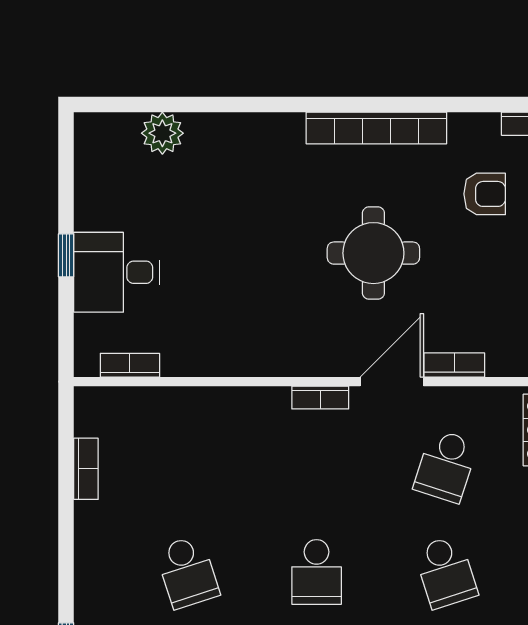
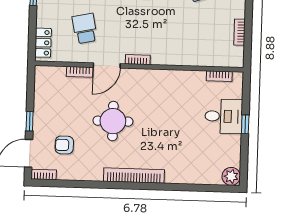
bookcase: (376, 128) -> (134, 176), moved
plant: (162, 133) -> (231, 176), moved
school desk: (446, 466) -> (85, 29), turned -30

